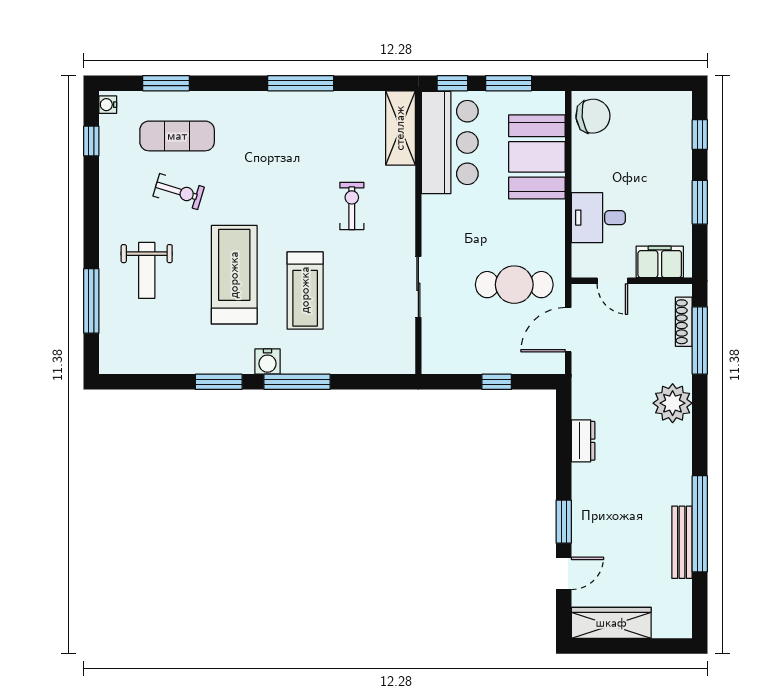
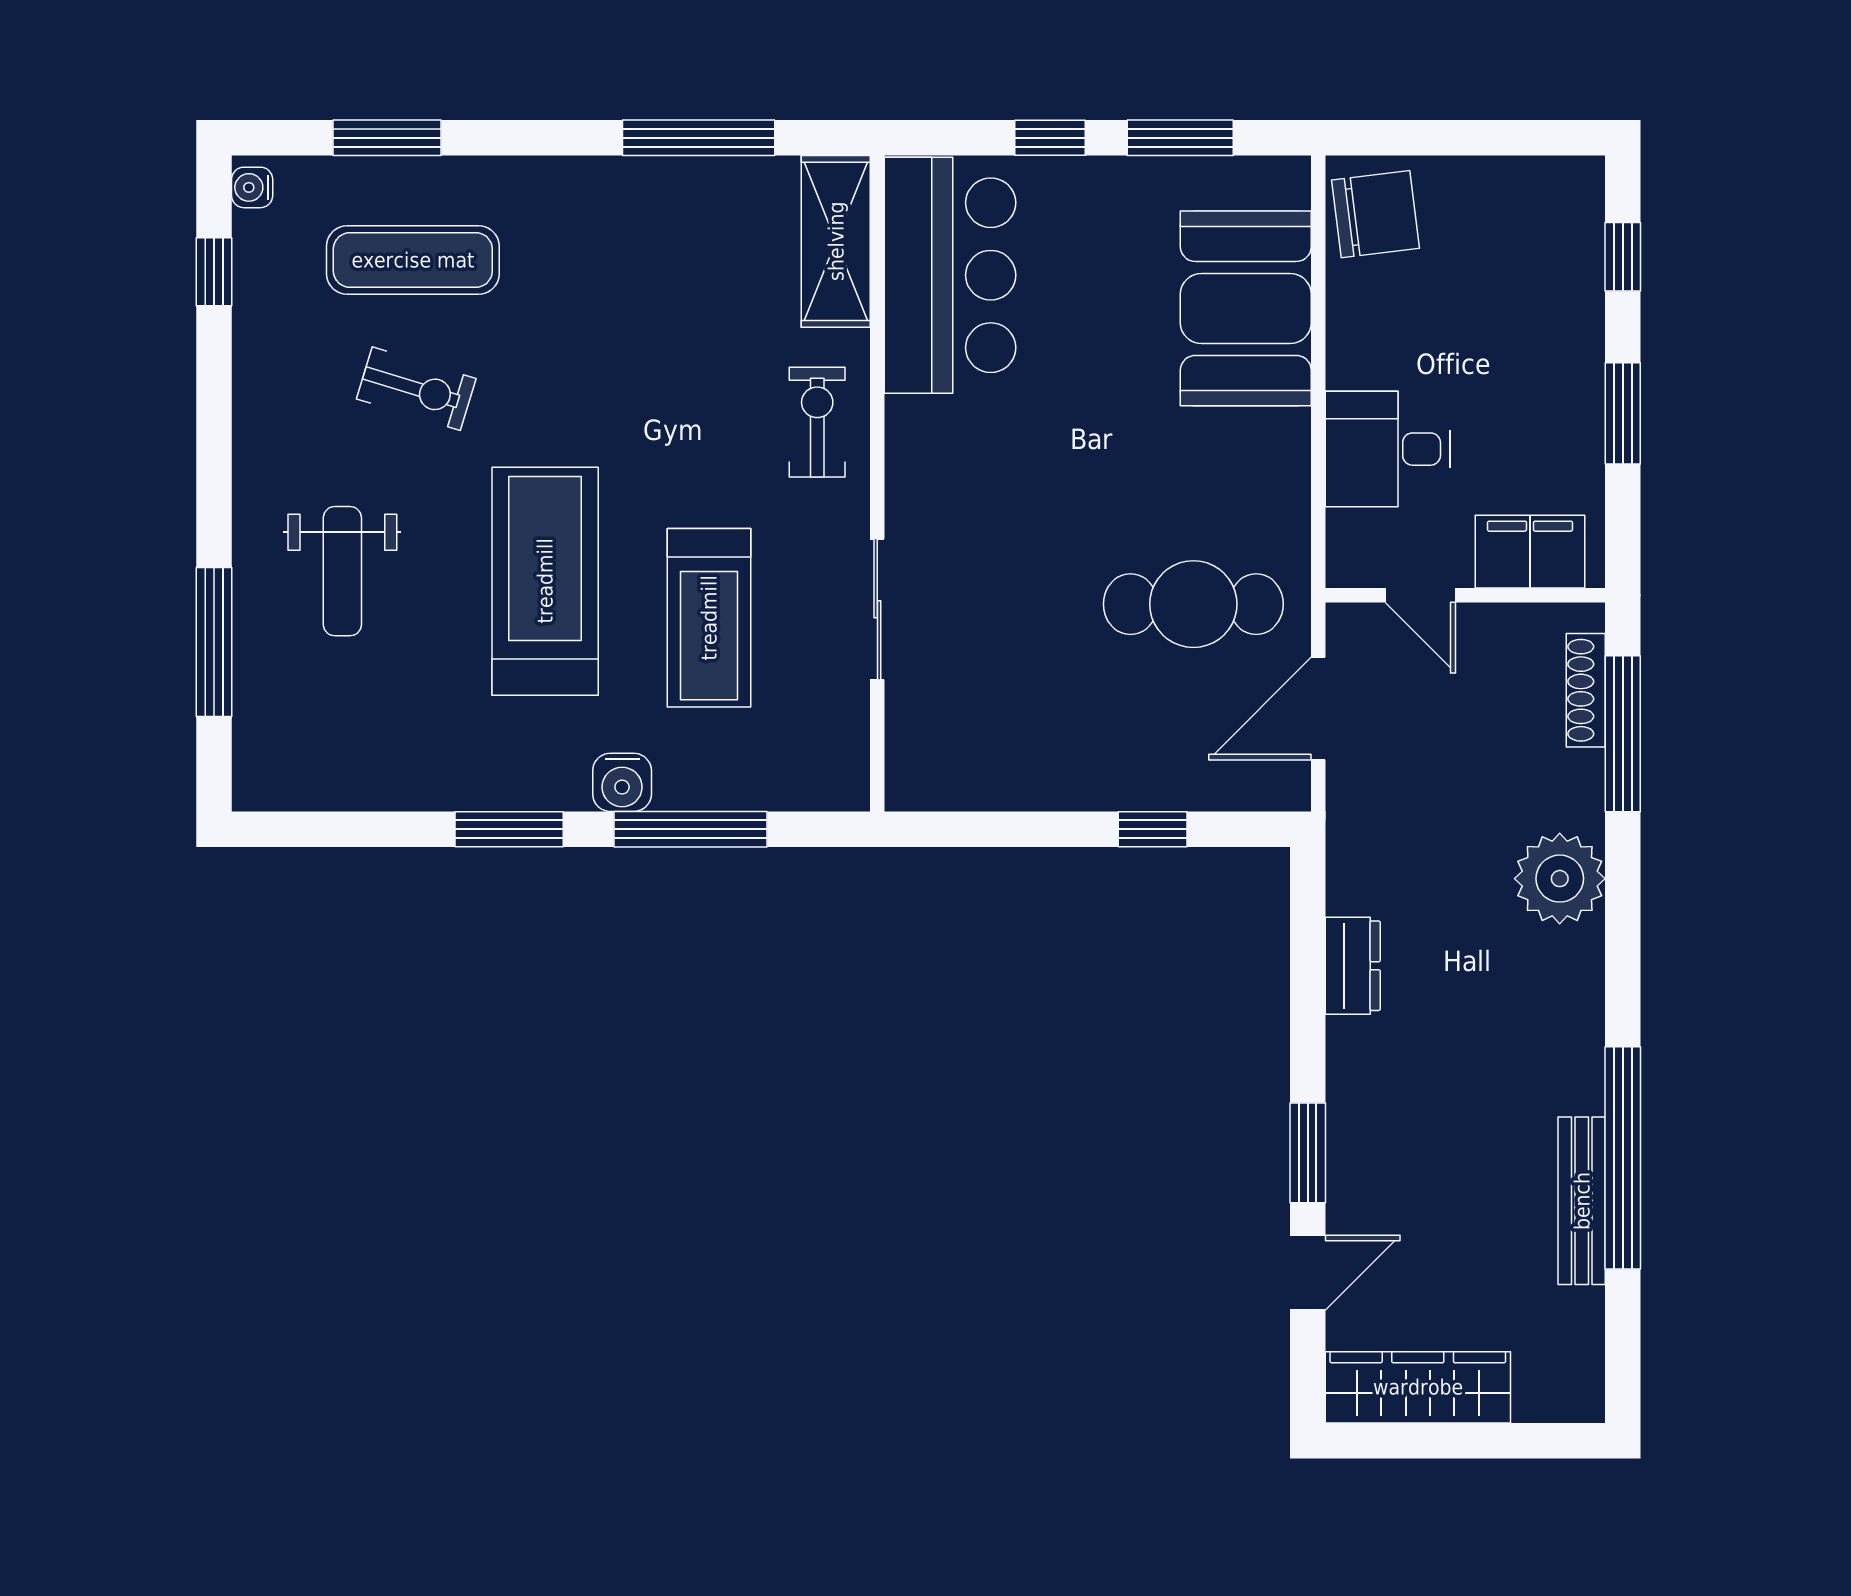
shelving: (400, 128) -> (836, 241), moved
bar counter: (450, 143) -> (950, 275), moved
wall: (418, 232) -> (877, 484), moved
sliding door: (418, 287) -> (877, 609), moved

